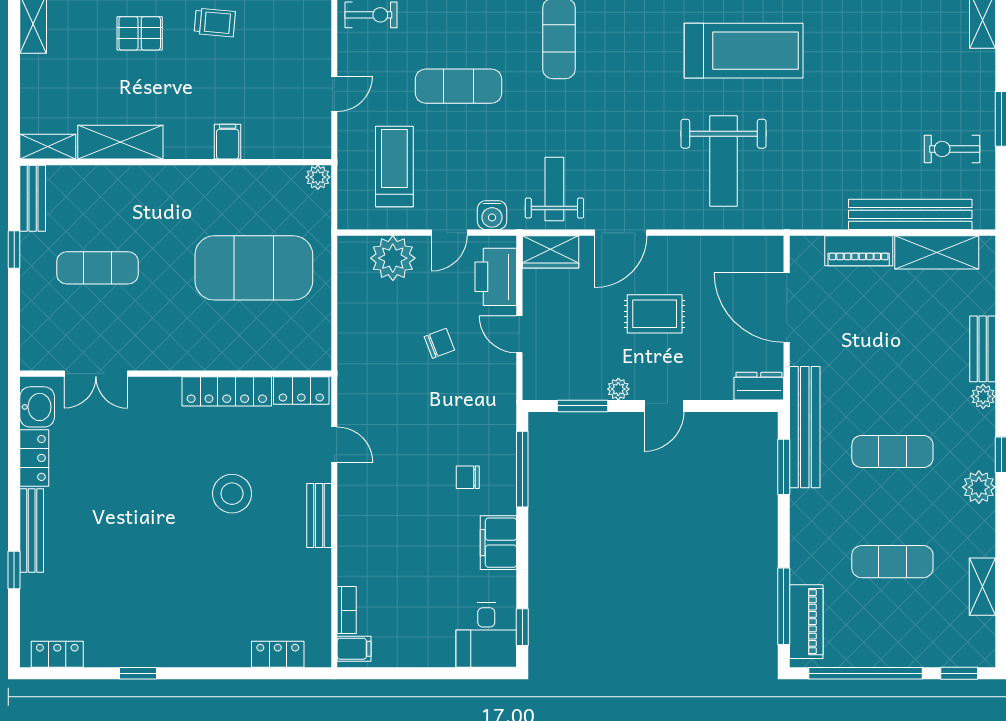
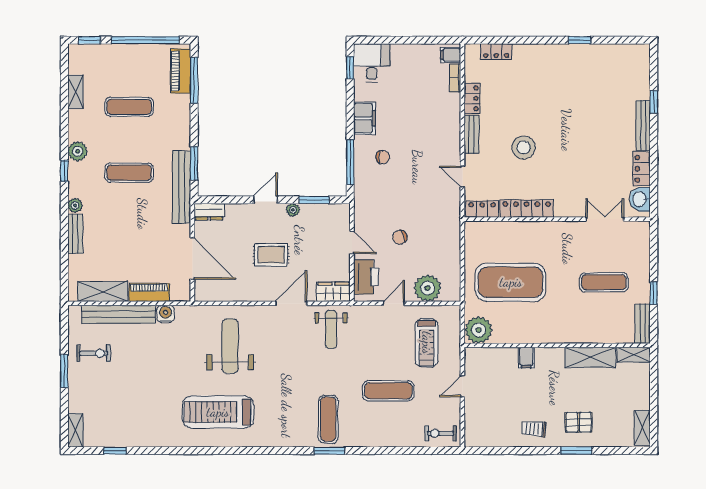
plant: (318, 177) -> (479, 330), width x1.87, depth x1.87
water cooler: (492, 215) -> (166, 314), moved
locker: (57, 654) -> (472, 98), moved, turned -90

